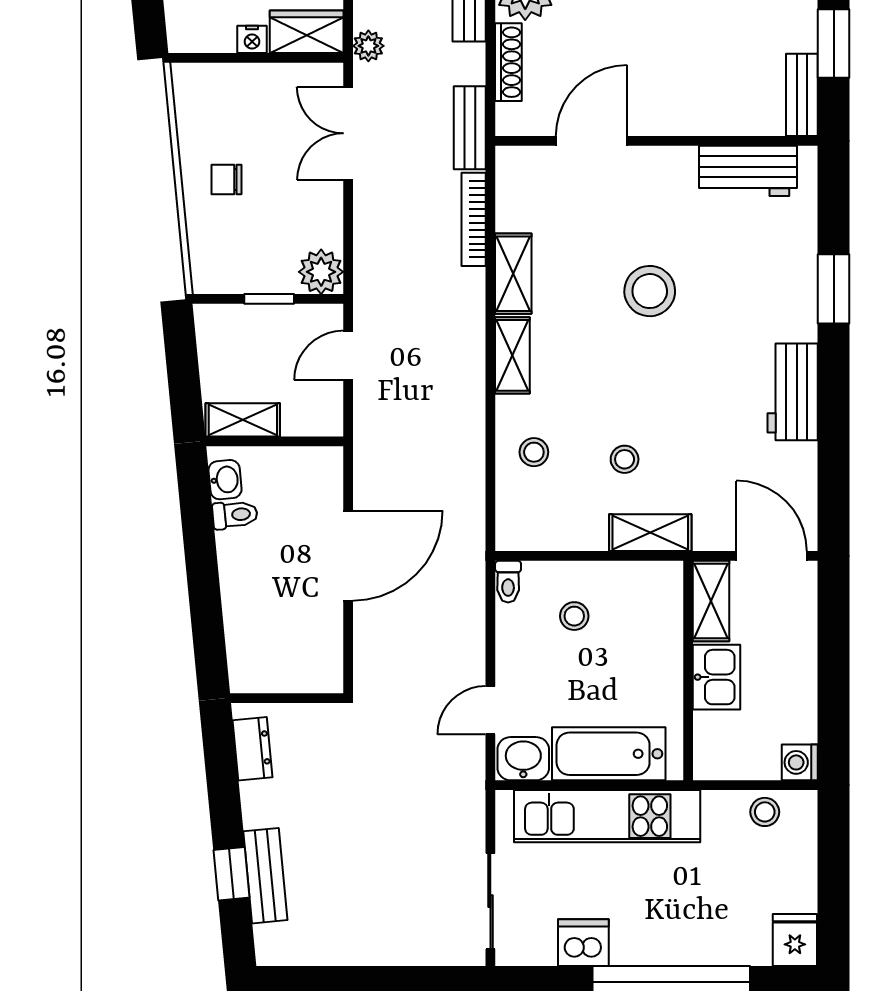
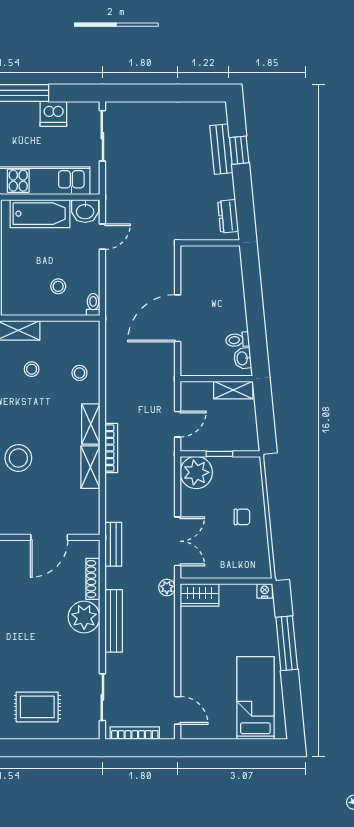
nightstand: (252, 39) -> (265, 591), moved
bookcase: (474, 219) -> (111, 448), moved
plant: (321, 272) -> (196, 472), width x1.36, depth x1.36

